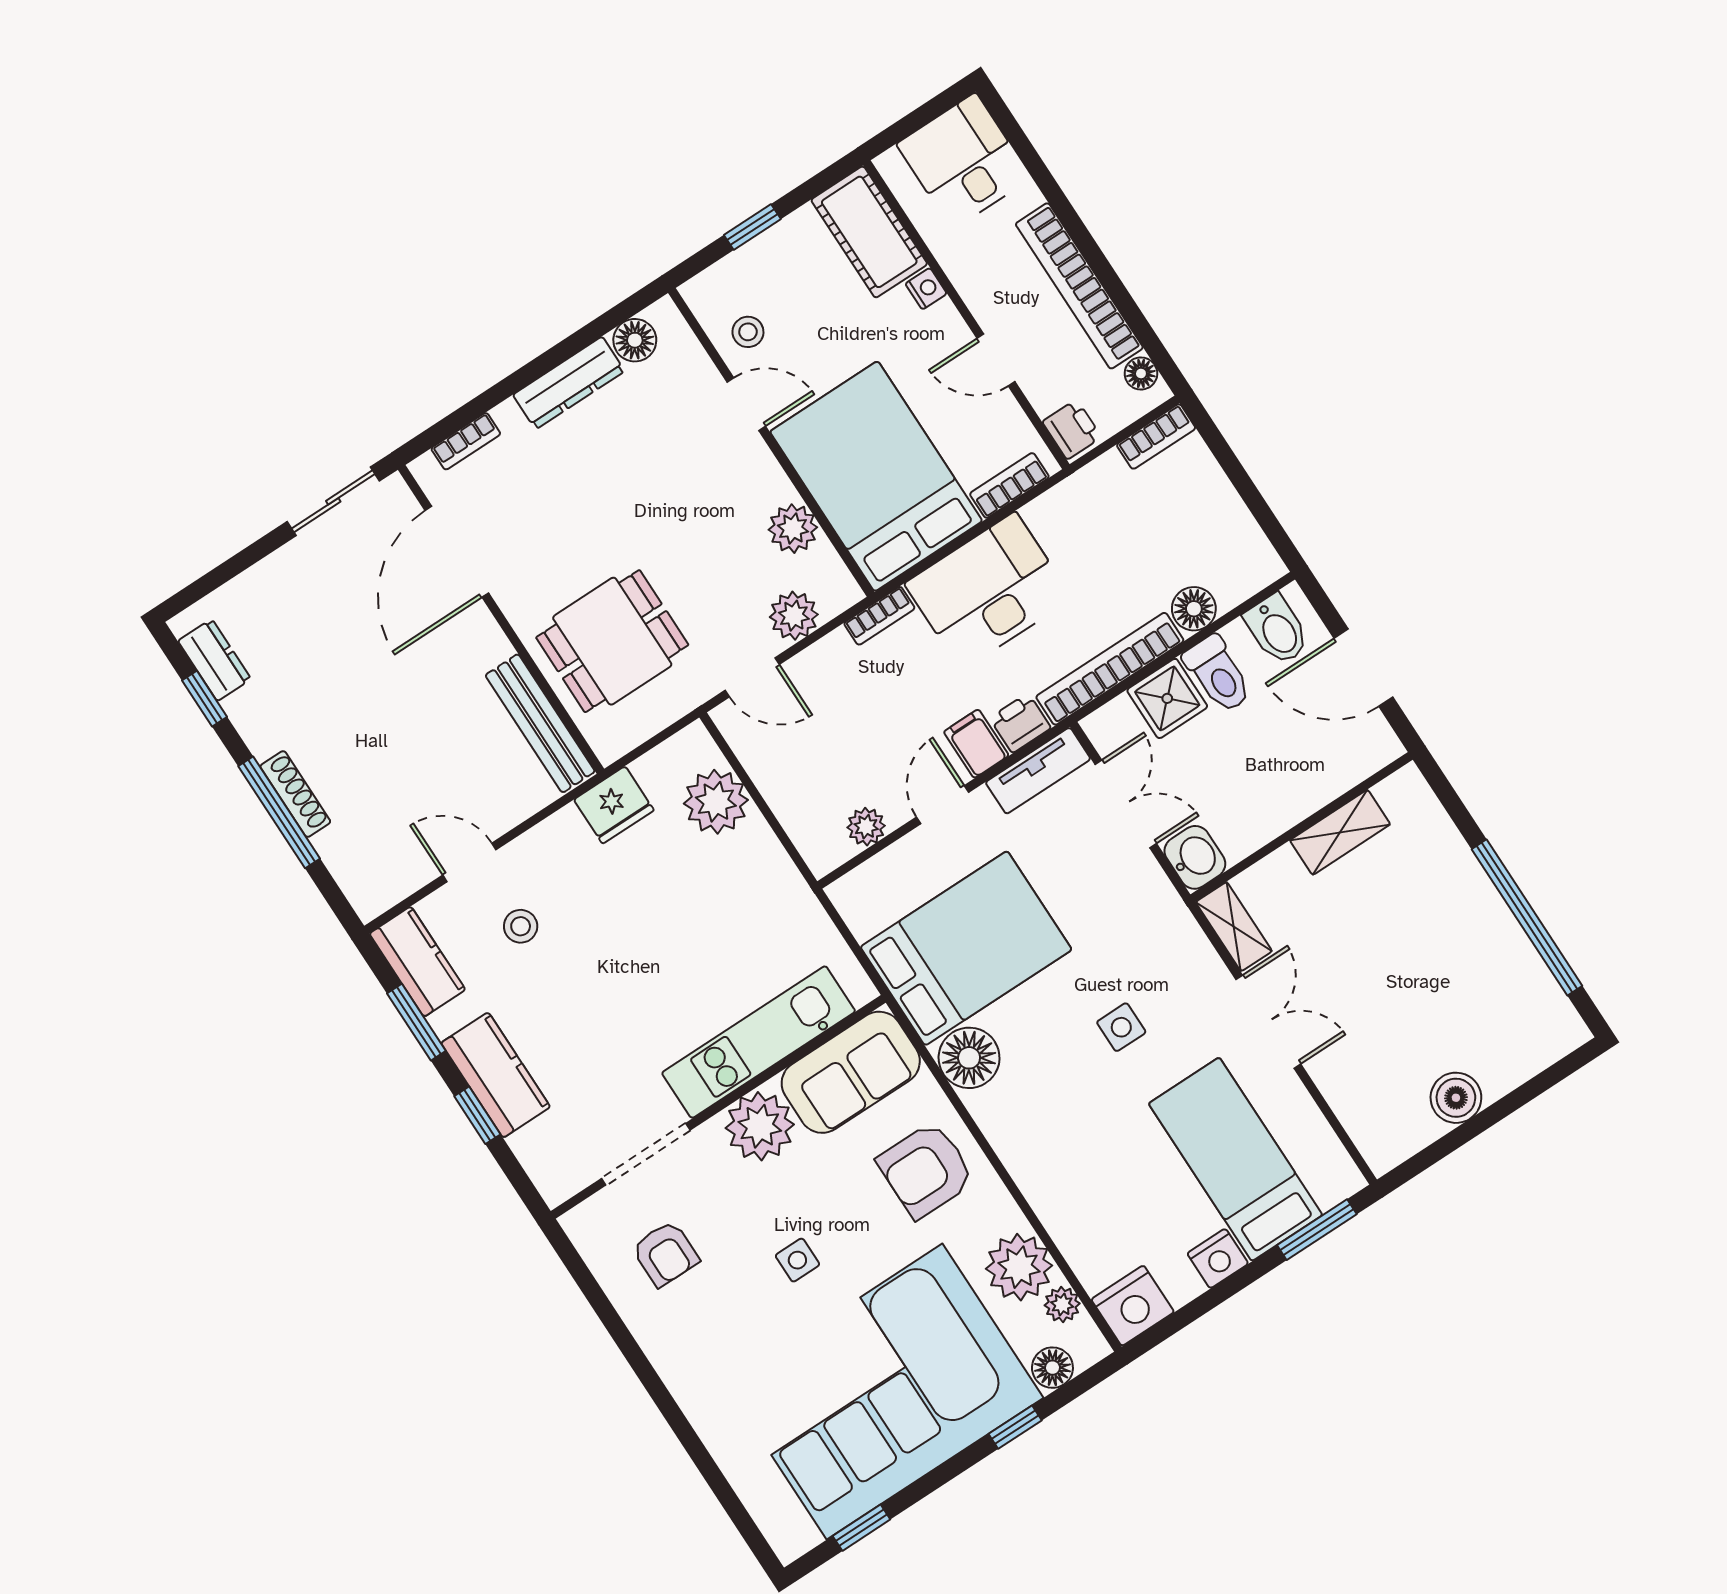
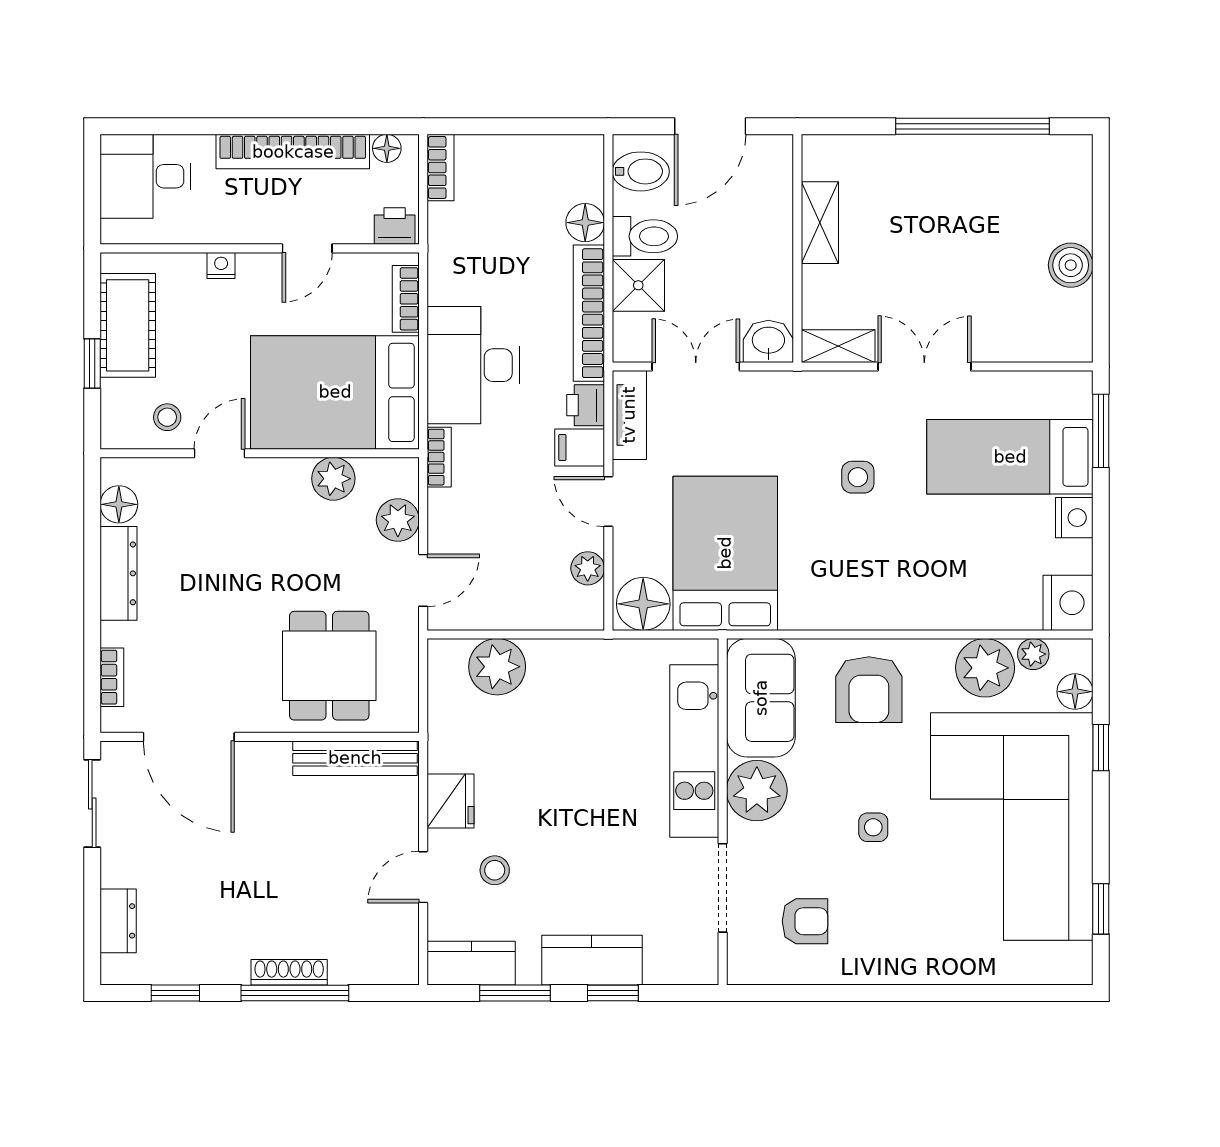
cot: (869, 232) -> (128, 325), moved, turned 90
dresser: (215, 660) -> (118, 921), moved, turned 90
fridge: (614, 805) -> (450, 801), moved
floor lamp: (969, 1058) -> (643, 604), moved

